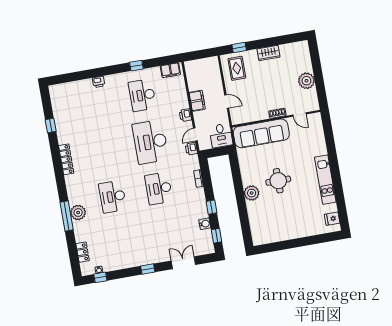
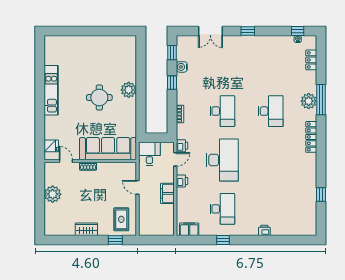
locker: (66, 159) -> (311, 137), moved
fridge: (332, 219) -> (51, 146), moved

